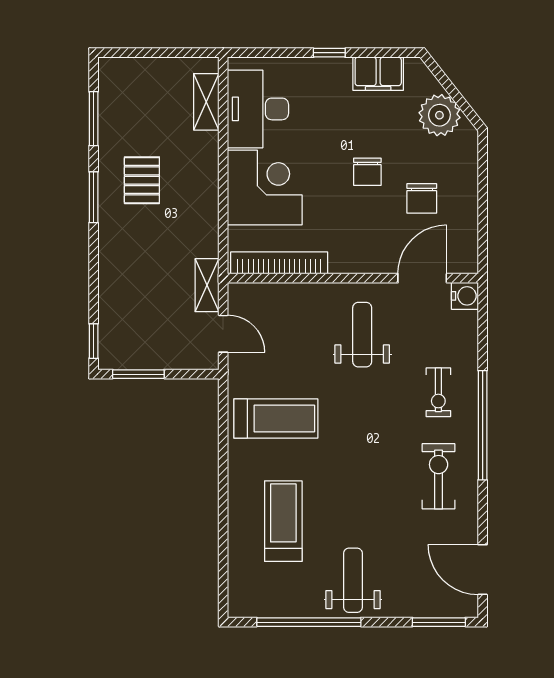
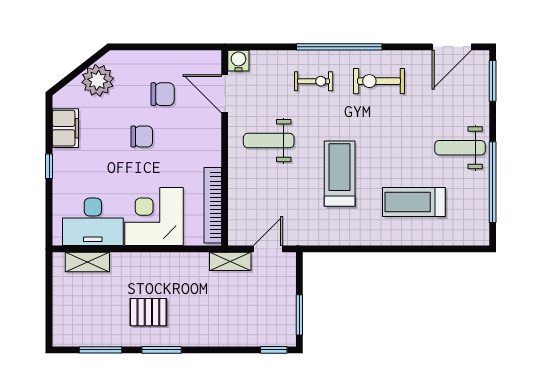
treadmill: (276, 418) -> (340, 174), moved

